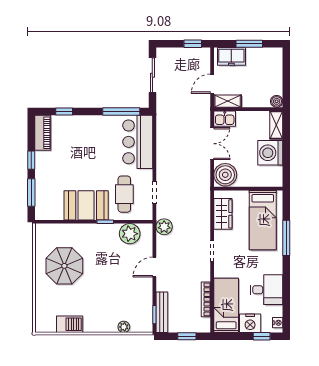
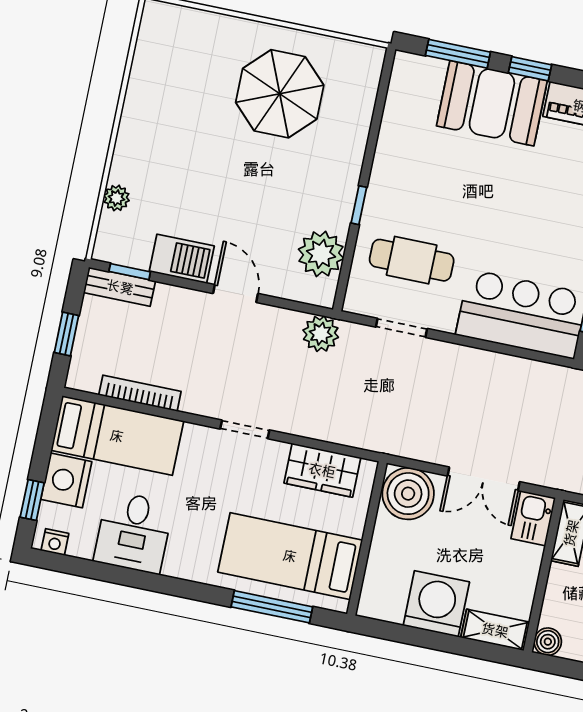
booth: (86, 205) -> (492, 103), moved, turned 90
window: (286, 238) -> (272, 607), moved
bench: (162, 312) -> (120, 287), width x0.73
barbecue: (70, 324) -> (182, 259), moved, turned -90

